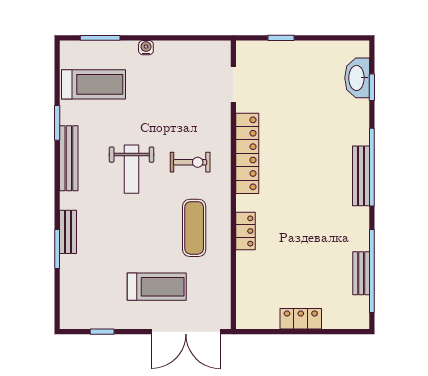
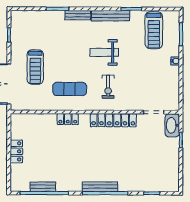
washbasin: (357, 78) -> (172, 125), moved, turned -90
bench: (68, 232) -> (78, 15), moved

